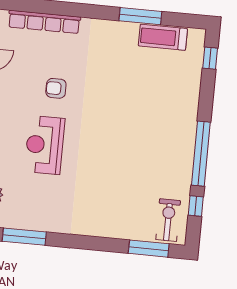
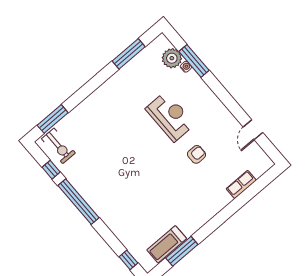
window: (140, 16) -> (182, 251), moved
row of seats: (44, 22) -> (241, 184), width x0.50
treadmill: (163, 37) -> (167, 244), turned 180

